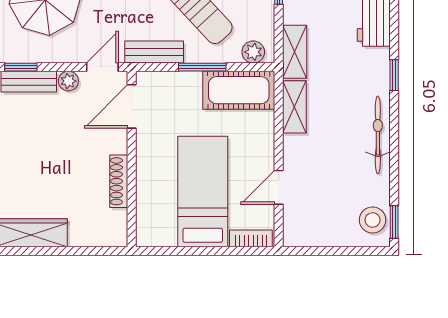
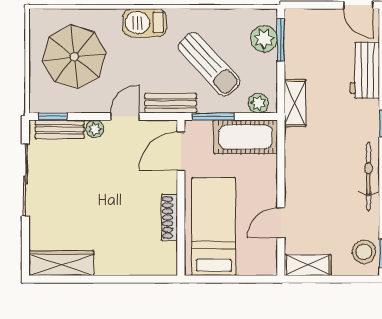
door: (132, 106) -> (181, 151), moved
shelving: (294, 107) -> (308, 265), moved, turned 90
wall: (132, 159) -> (181, 198), moved
shoe rack: (119, 181) -> (170, 217), moved
bookcase: (251, 238) -> (256, 268), removed

